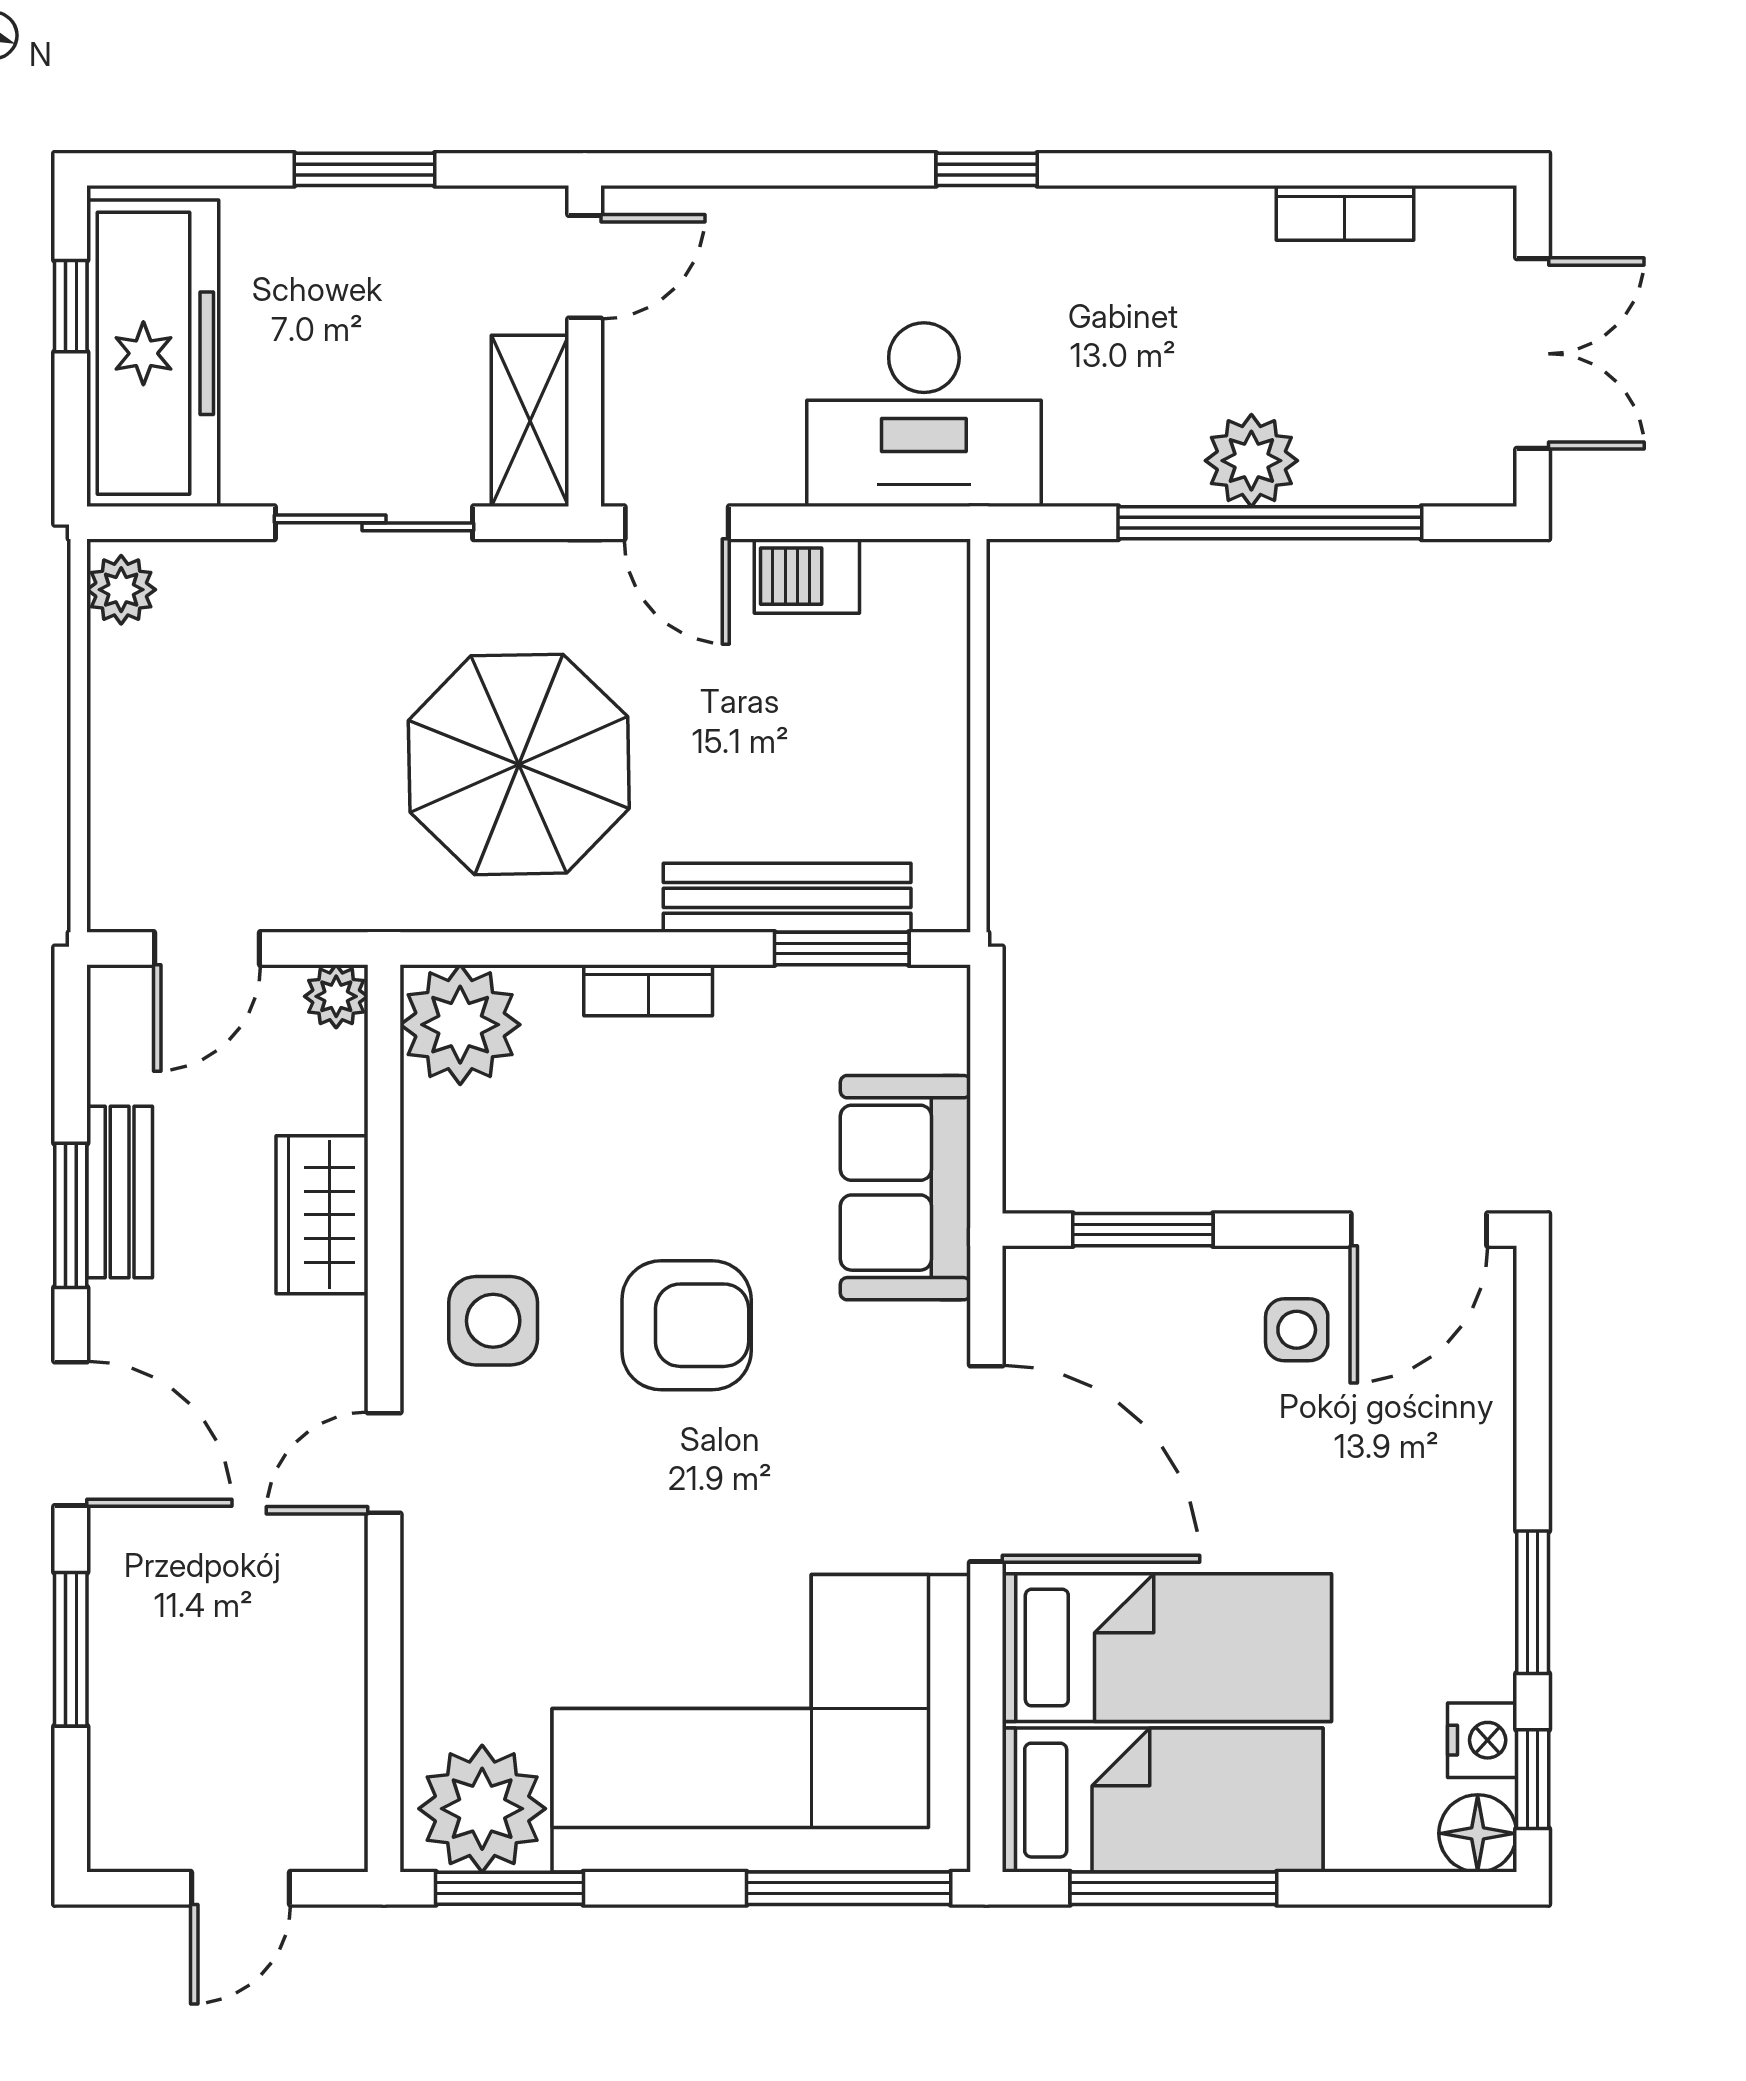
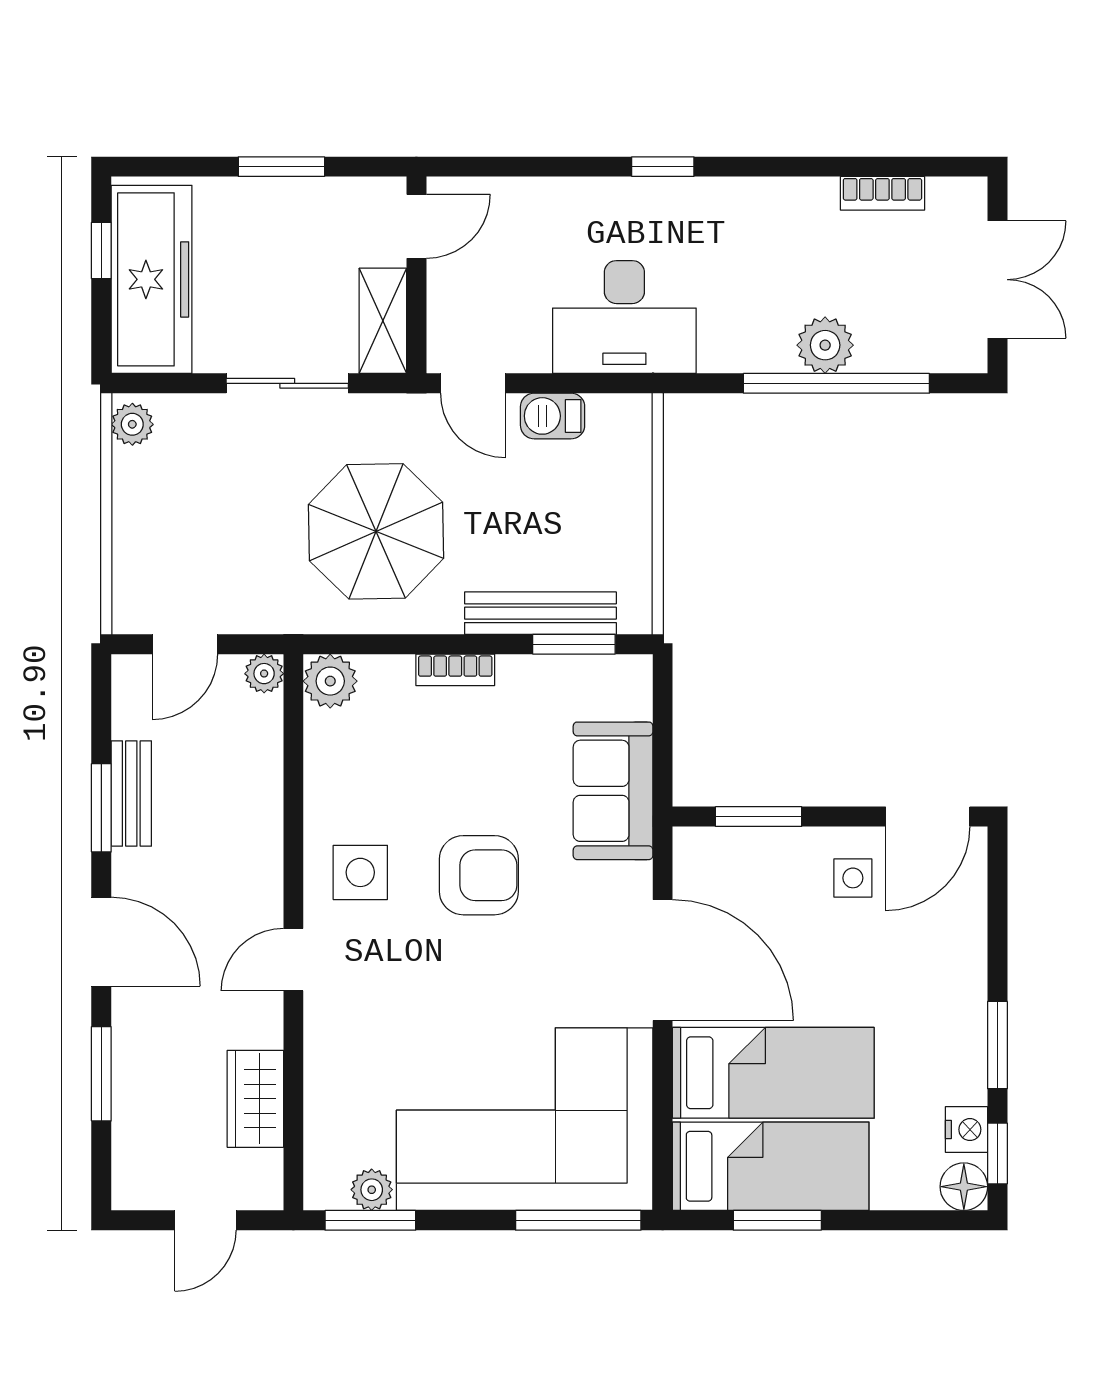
plant: (460, 1025) -> (330, 681), width x0.73, depth x0.73
wardrobe: (322, 1215) -> (255, 1099), moved
plant: (482, 1809) -> (372, 1190), width x0.53, depth x0.53
window: (1173, 1888) -> (777, 1220), width x0.69

